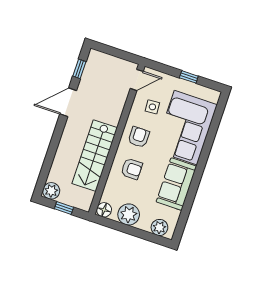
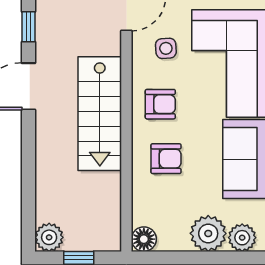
armchair: (139, 137) -> (160, 104), turned 90
stairs: (95, 156) -> (100, 114), moved
plant: (129, 215) -> (208, 233), moved

